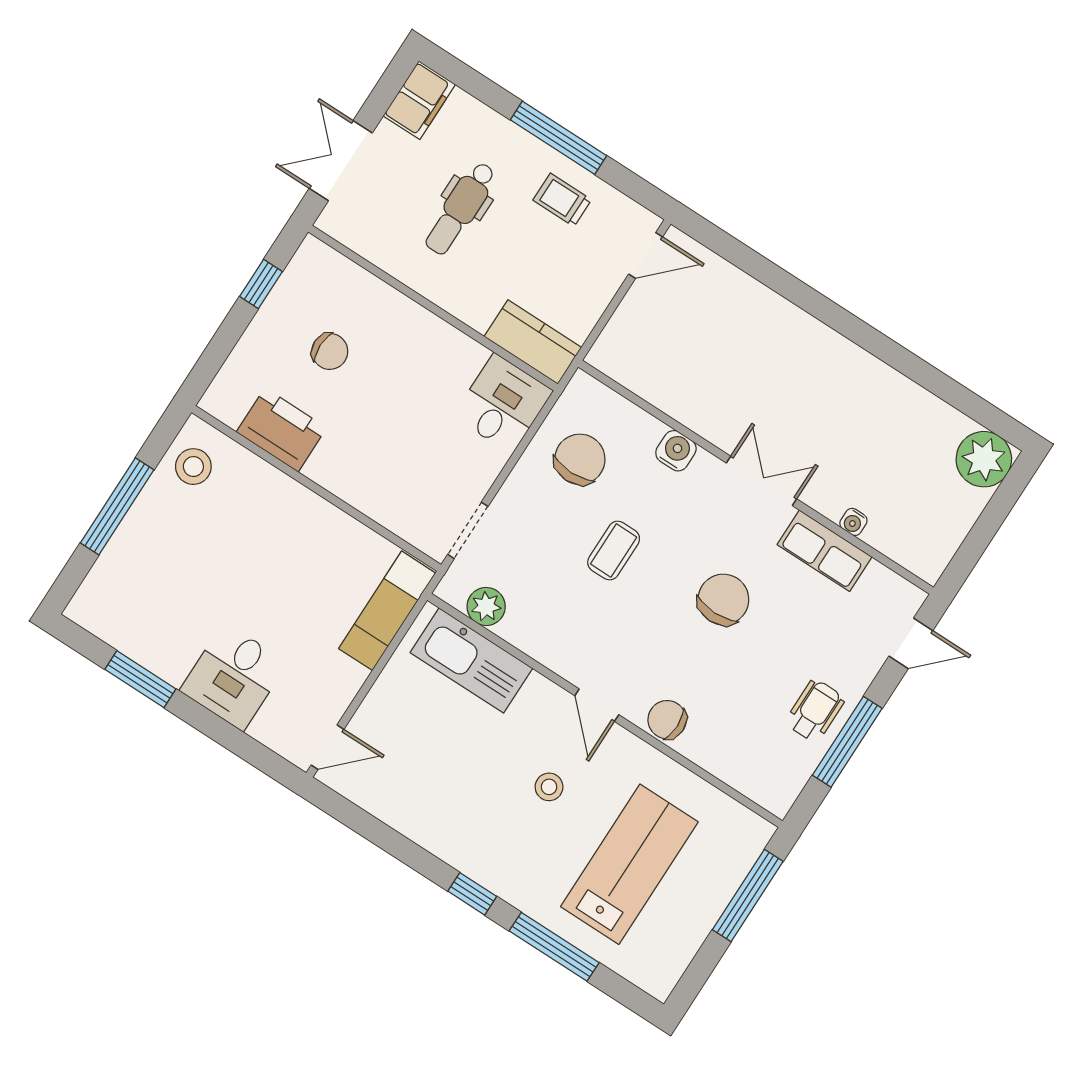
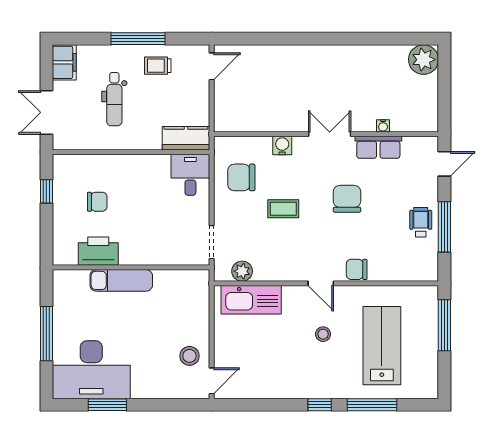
chair: (580, 459) -> (241, 177), turned -90
stool: (193, 467) -> (190, 356), moved
coffee table: (614, 551) -> (283, 209), turned 90
exam couch: (387, 611) -> (121, 280), moved, turned -90
desk: (234, 677) -> (91, 370), moved, width x1.87, depth x1.30

